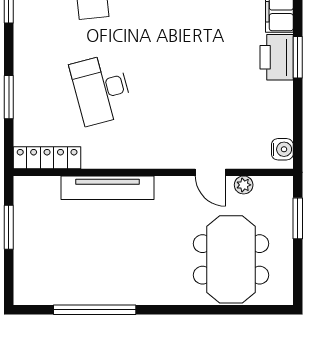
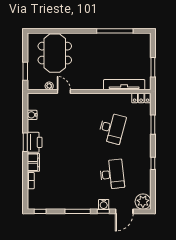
desk: (101, 89) -> (112, 128), turned 30
water cooler: (282, 149) -> (32, 115), moved
locker: (47, 158) -> (141, 98), width x0.66
tv unit: (107, 188) -> (124, 85), moved

